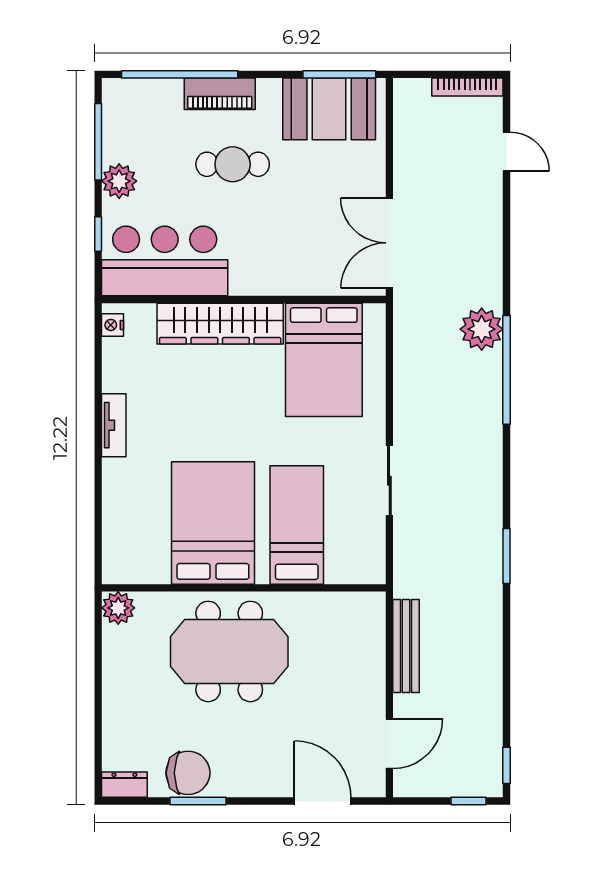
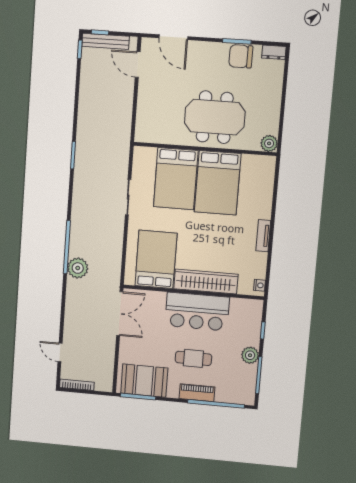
bar counter: (165, 261) -> (197, 312), moved
bed: (297, 525) -> (176, 179), width x1.50
bench: (406, 646) -> (106, 41), moved, turned 90
door: (389, 744) -> (138, 65), hinge flipped

